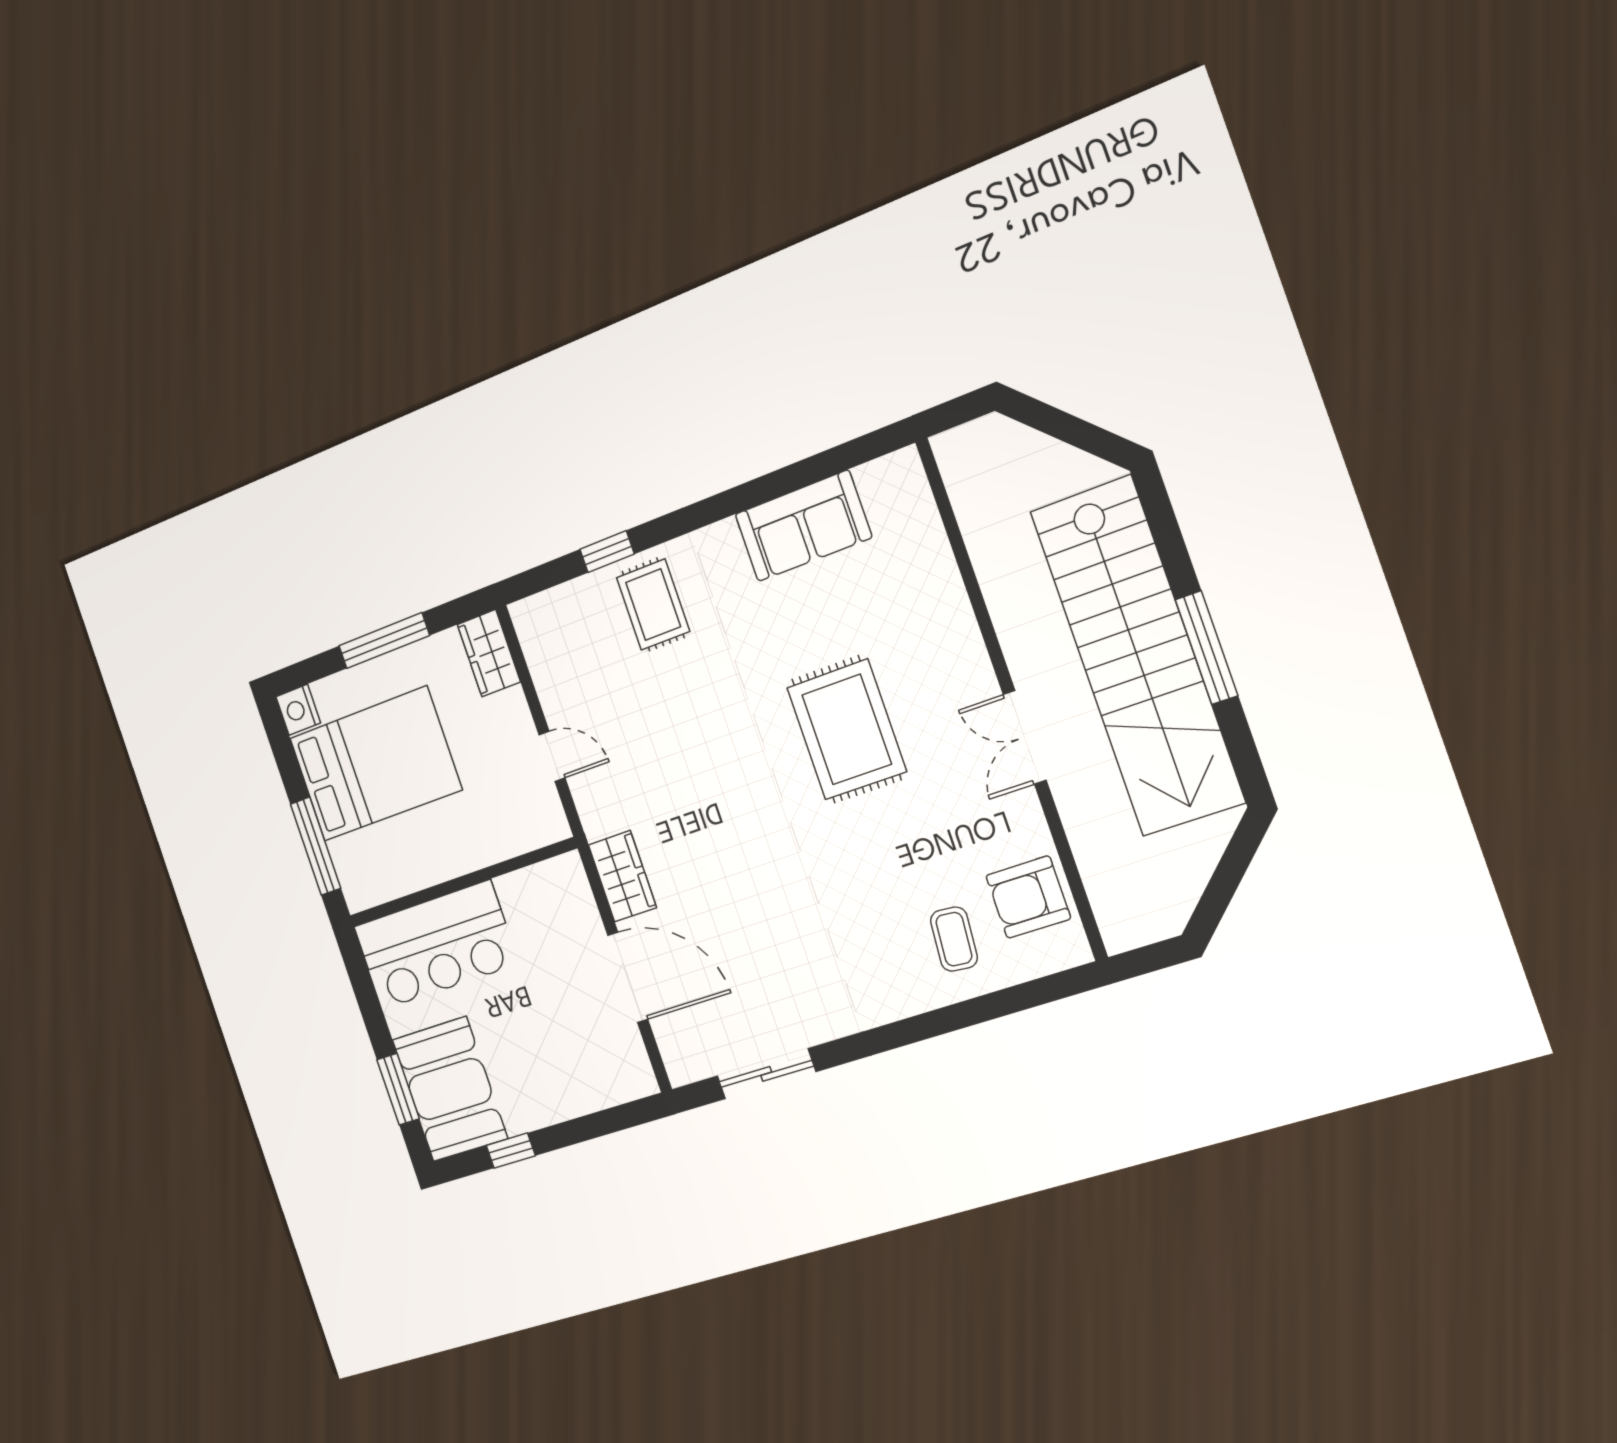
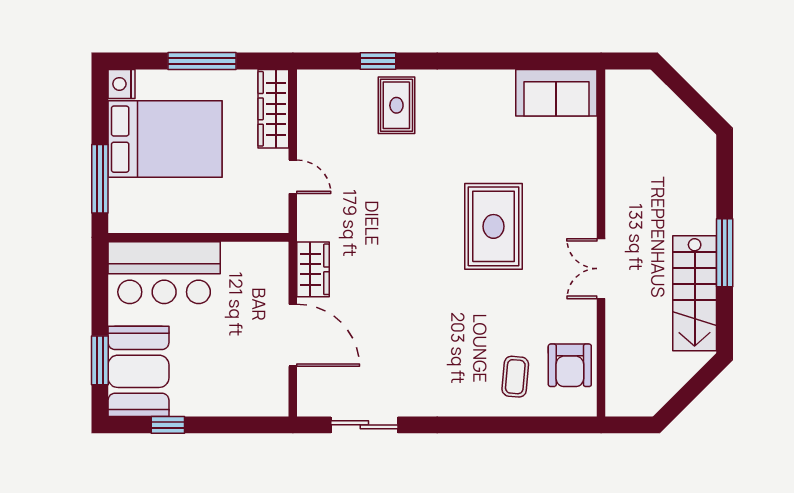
sofa: (803, 526) -> (556, 93), moved
wardrobe: (489, 653) -> (273, 109), width x1.50
stairs: (1137, 656) -> (695, 293), width x0.54, depth x0.66
armchair: (1028, 897) -> (570, 365), turned -90

